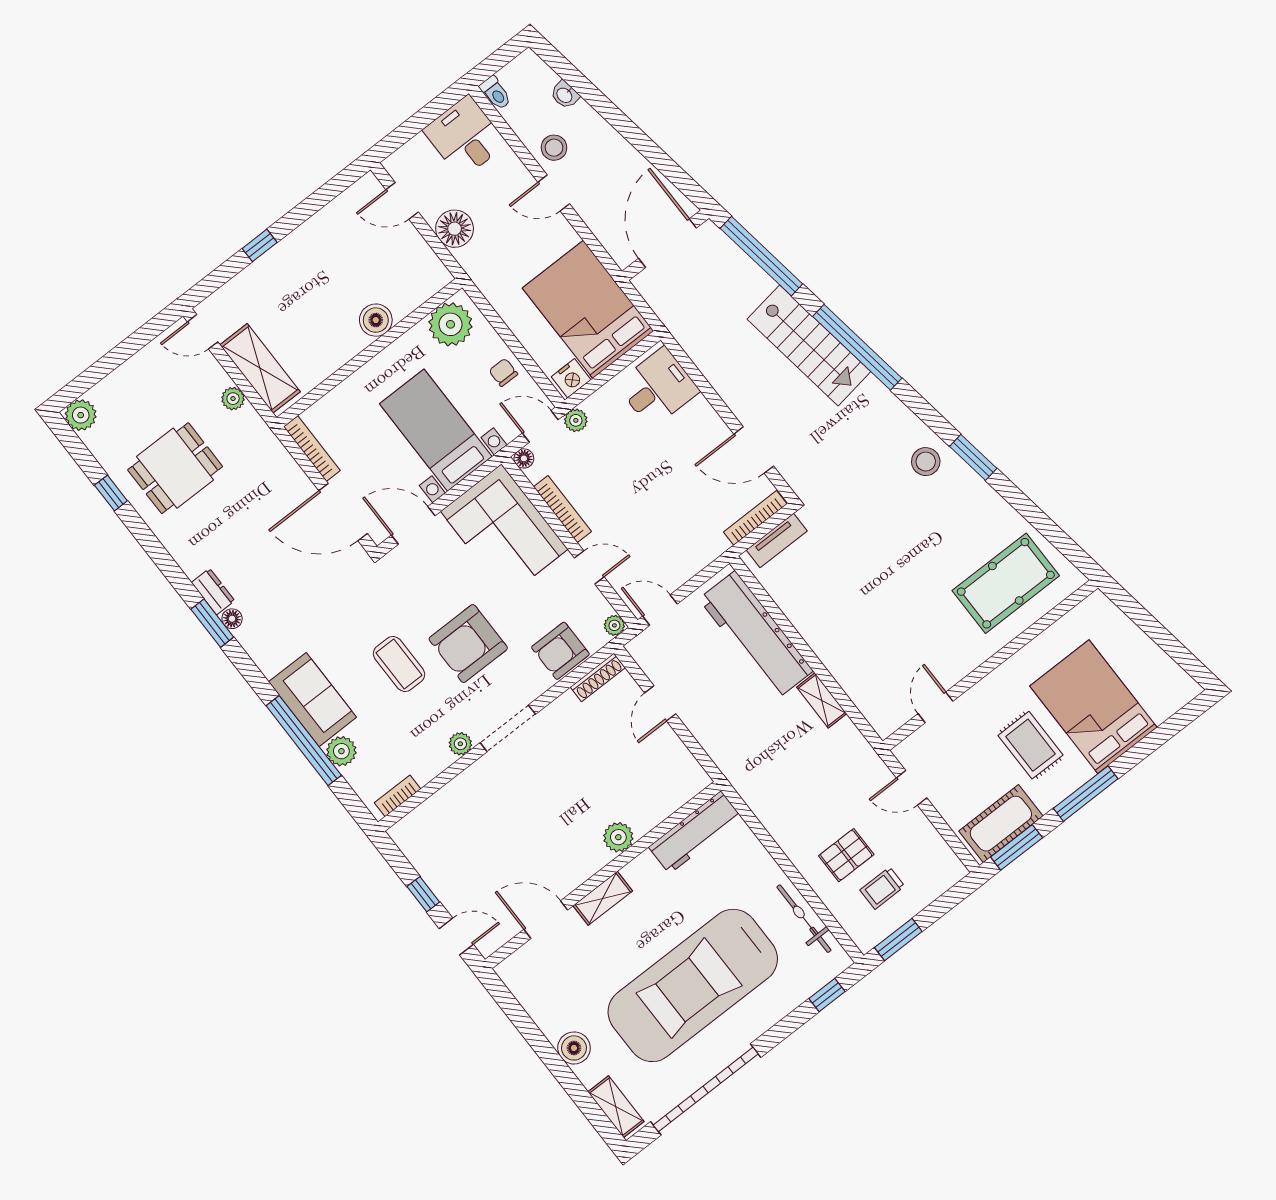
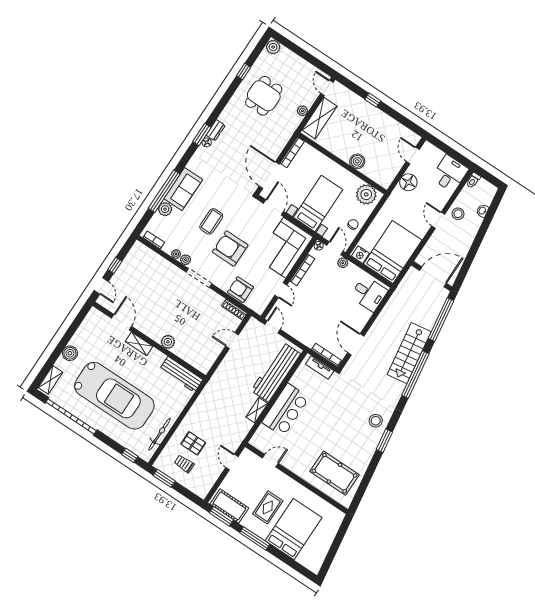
dining table: (175, 468) -> (264, 96), turned 90
plant: (614, 625) -> (176, 254), moved
bar counter: (841, 641) -> (286, 410), added
car: (693, 985) -> (114, 396), turned 180

